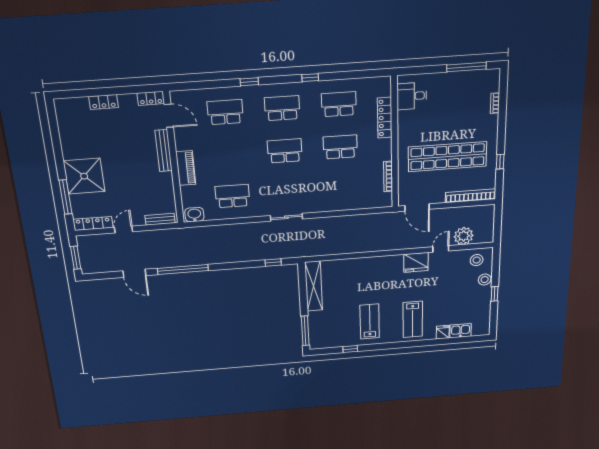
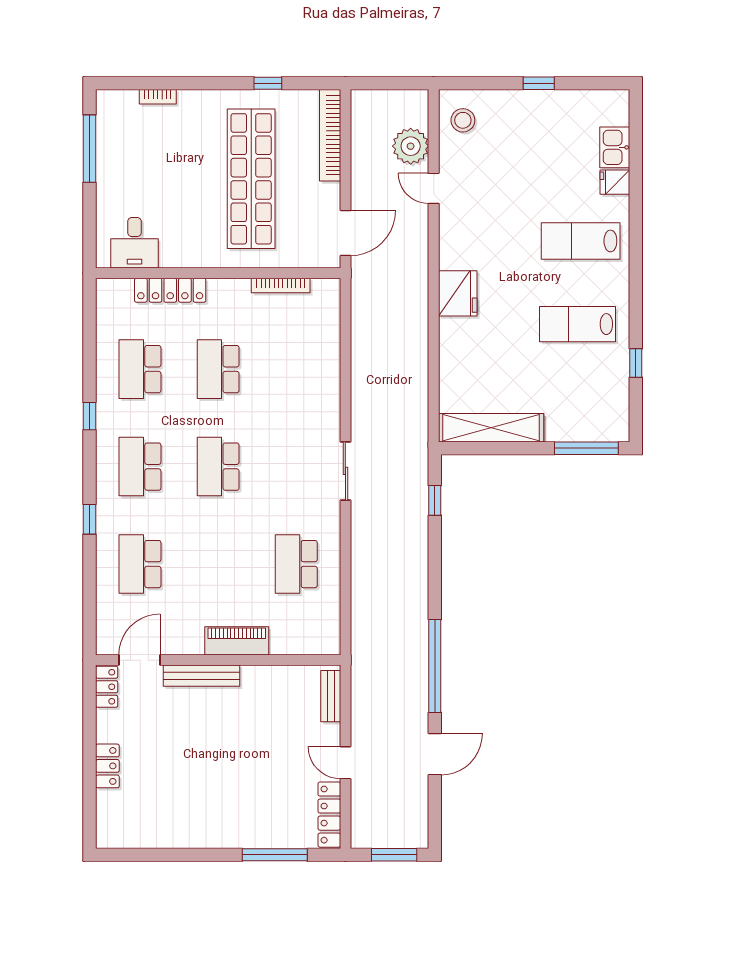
shower: (84, 176) -> (238, 817), removed
washbasin: (194, 215) -> (327, 635), removed
fridge: (416, 262) -> (458, 293), moved
stool: (485, 280) -> (506, 104), removed
lab bench: (413, 319) -> (581, 241), turned 180

